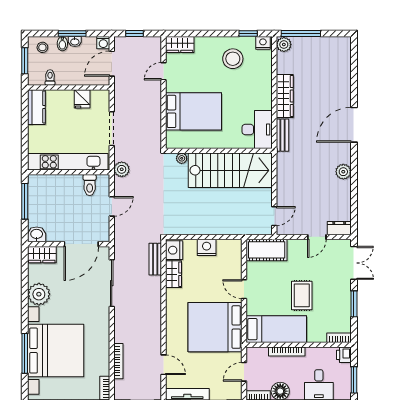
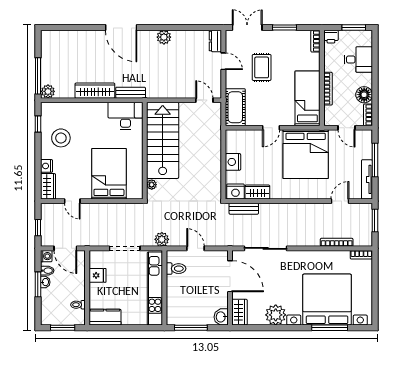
nightstand: (263, 43) -> (46, 166), moved
bidet: (62, 44) -> (47, 271), moved
stool: (42, 47) -> (51, 312), removed
rug: (302, 295) -> (262, 67), moved, turned 90

